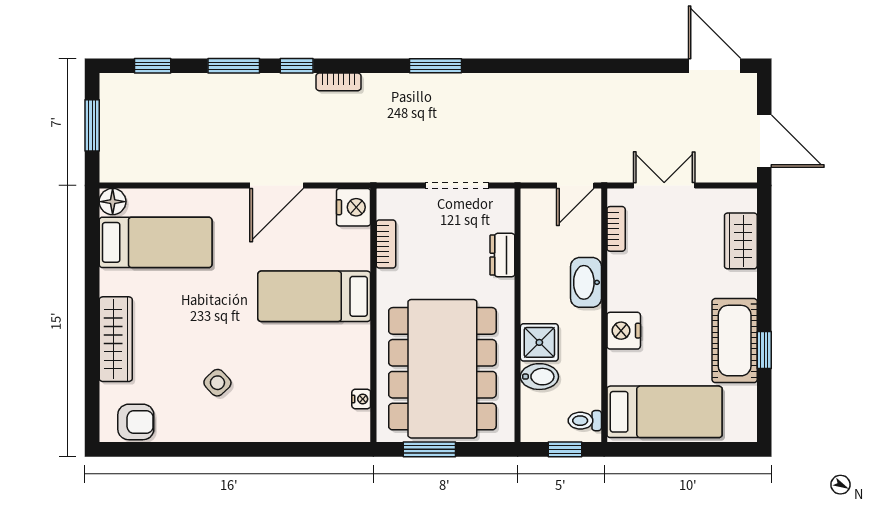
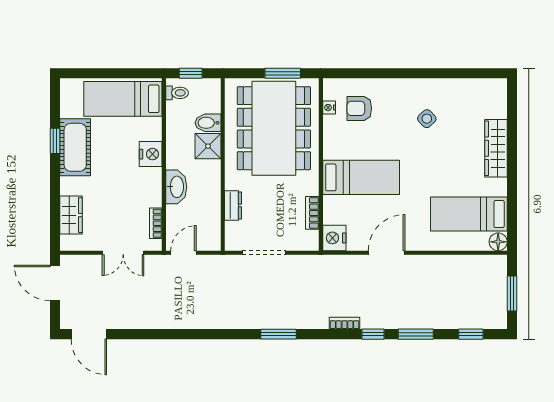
armchair: (136, 422) -> (359, 108), moved

